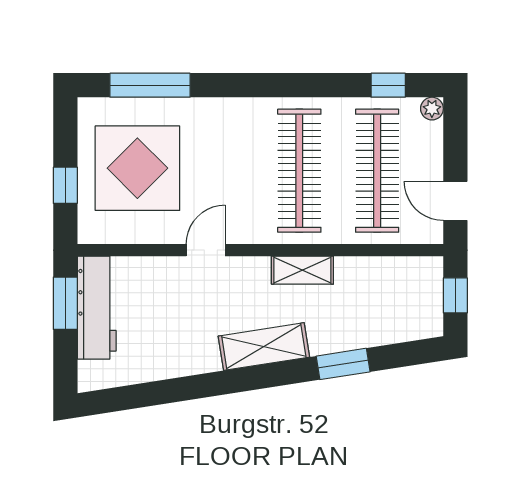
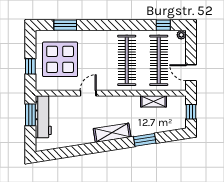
window: (150, 85) -> (65, 25), width x0.69
shelving: (302, 270) -> (153, 101), moved

